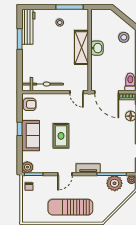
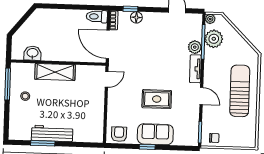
workbench: (28, 27) -> (52, 133), moved
stool: (124, 37) -> (45, 22), removed
washbasin: (97, 48) -> (33, 53), moved
bicycle: (43, 84) -> (96, 118), removed
door: (107, 92) -> (108, 44), swing flipped
plant: (27, 167) -> (195, 47), moved
sun lounger: (70, 207) -> (240, 91), turned 180

